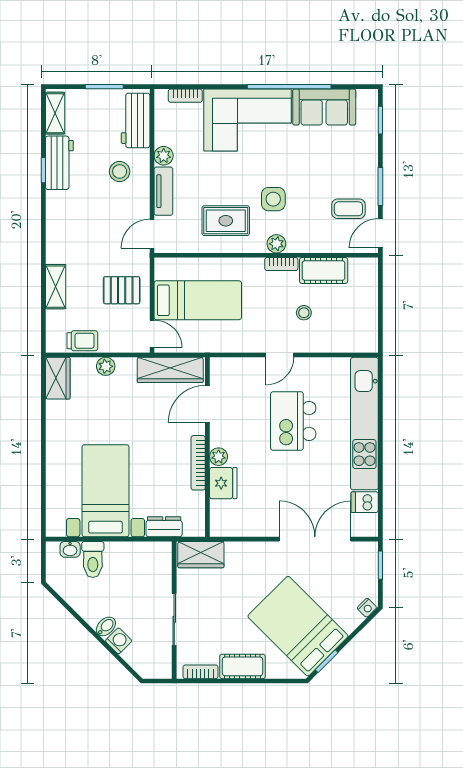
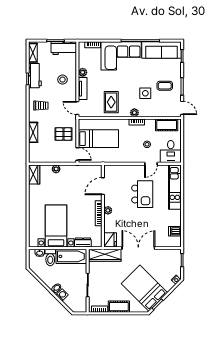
sofa: (324, 107) -> (162, 50), width x1.36
workbench: (136, 120) -> (64, 48), moved, turned -90
side table: (273, 199) -> (145, 93), moved
coffee table: (348, 209) -> (165, 86), moved
rug: (226, 221) -> (111, 102), turned 90
door: (380, 233) -> (182, 108), swing flipped
door: (152, 234) -> (77, 108), hinge flipped
cot: (324, 270) -> (167, 125), moved
desk: (356, 328) -> (171, 152), added
trolley: (82, 341) -> (41, 106), moved
door: (280, 355) -> (151, 164), moved
wardrobe: (170, 370) -> (86, 171), removed
kitchen island: (293, 421) -> (142, 194), turned 180
kitchen unit: (364, 424) -> (175, 187), width x0.73
fridge: (223, 483) -> (110, 240), moved
double door: (315, 539) -> (138, 248), moved
wardrobe: (201, 555) -> (105, 255), width x1.50
bathtub: (139, 557) -> (71, 256), added

